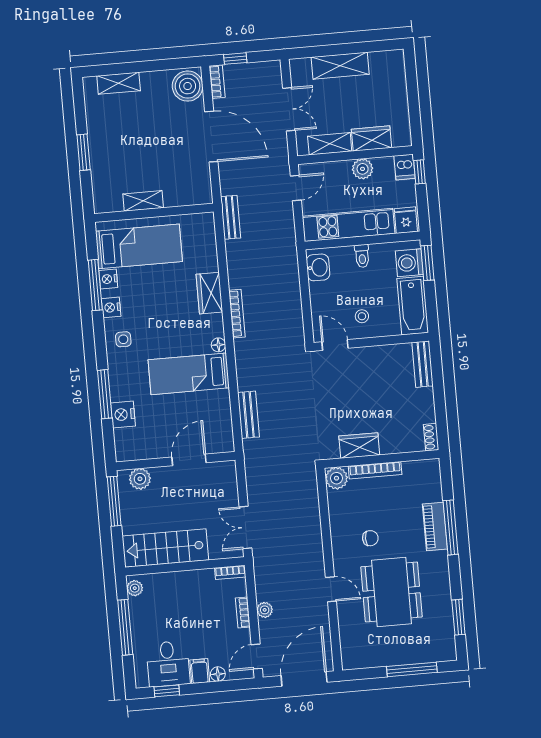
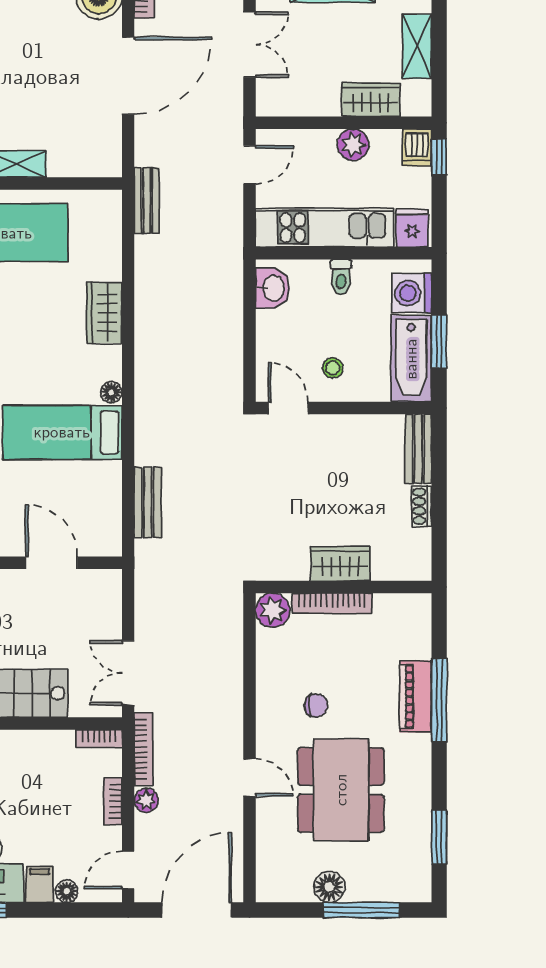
door: (211, 137) -> (128, 76), hinge flipped
shelving: (330, 144) -> (417, 46), moved, turned 90
window: (427, 263) -> (439, 341), moved
bookcase: (237, 314) -> (144, 749), moved
shoe rack: (431, 437) -> (422, 506), moved
wardrobe: (359, 446) -> (340, 564), moved
door: (189, 460) -> (51, 563), hinge flipped
floor lamp: (390, 656) -> (329, 887), added

